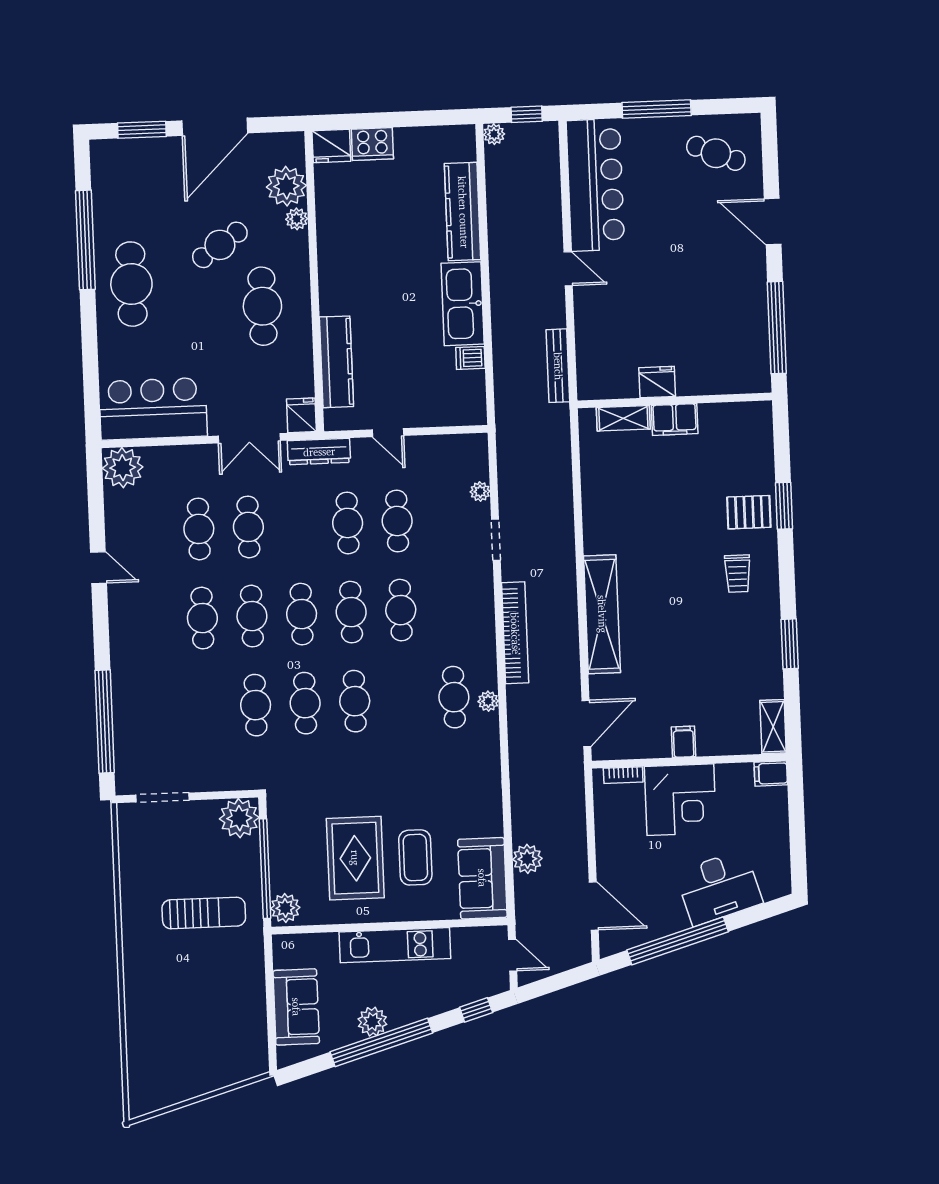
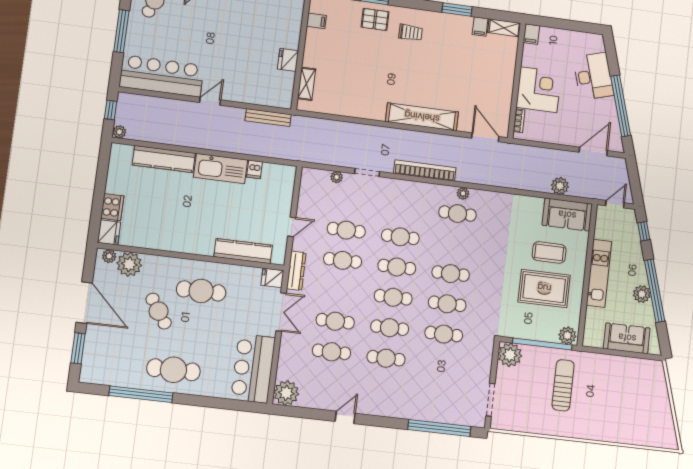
plant: (297, 219) -> (109, 256), moved
filing cabinet: (675, 419) -> (316, 21), moved, width x0.50
pallet: (749, 512) -> (375, 19), turned 90
filing cabinet: (684, 742) -> (480, 27), moved, turned -90

